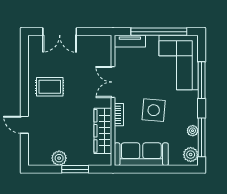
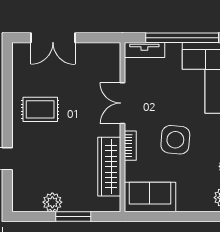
sofa: (141, 154) -> (150, 197), width x0.73

